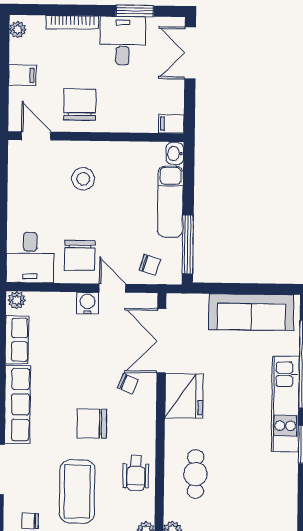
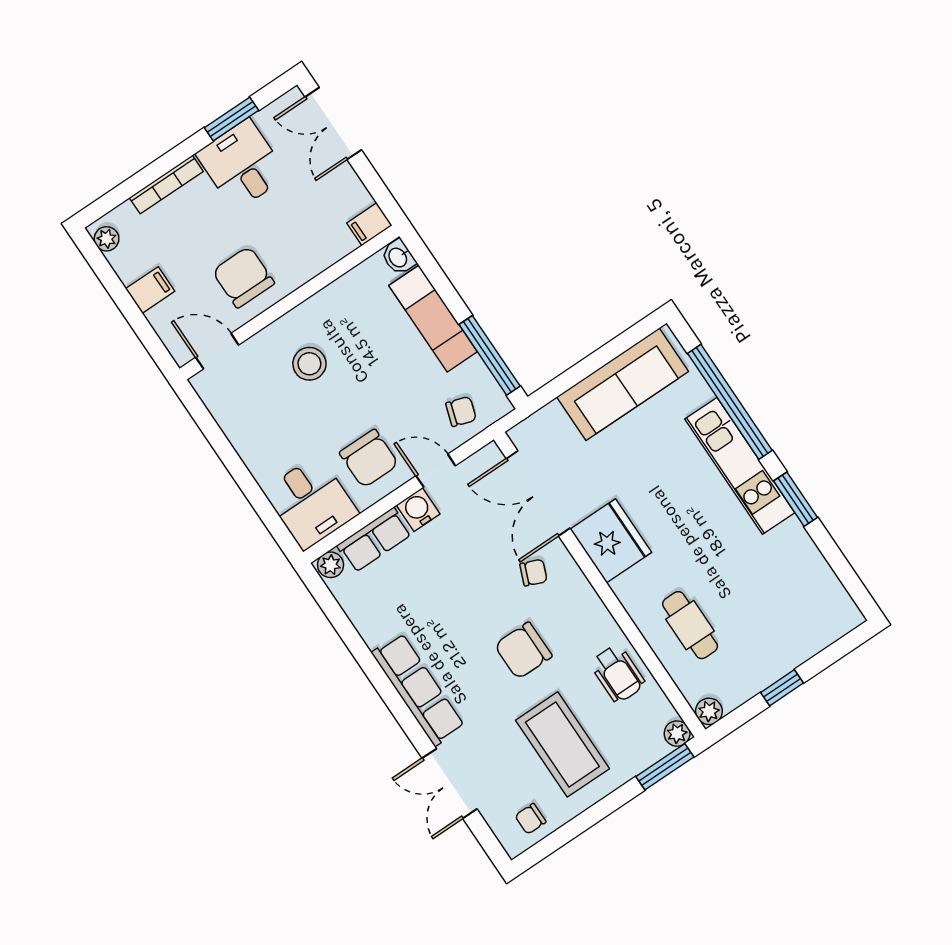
row of seats: (17, 340) -> (374, 540), moved, turned 90

